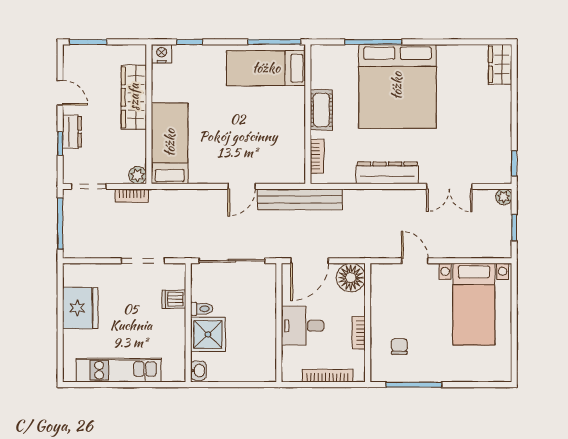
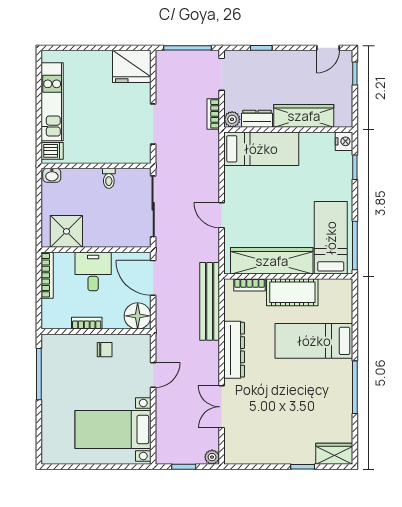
window: (88, 42) -> (355, 74), width x0.67
window: (373, 42) -> (355, 387), moved
bed: (397, 86) -> (314, 341), width x0.49
door: (60, 93) -> (328, 48), moved
cot: (321, 110) -> (292, 292), width x1.37, depth x1.34
dresser: (72, 132) -> (257, 119), moved, turned 180
wardrobe: (291, 132) -> (272, 261), added
window: (514, 163) -> (303, 467), moved
bench: (300, 199) -> (210, 301), moved
dishwasher: (174, 299) -> (52, 151), moved, turned 90
fridge: (80, 308) -> (132, 66), moved
shower: (208, 334) -> (66, 231), moved
chair: (399, 346) -> (105, 350), moved
bookcase: (328, 376) -> (47, 275), moved

